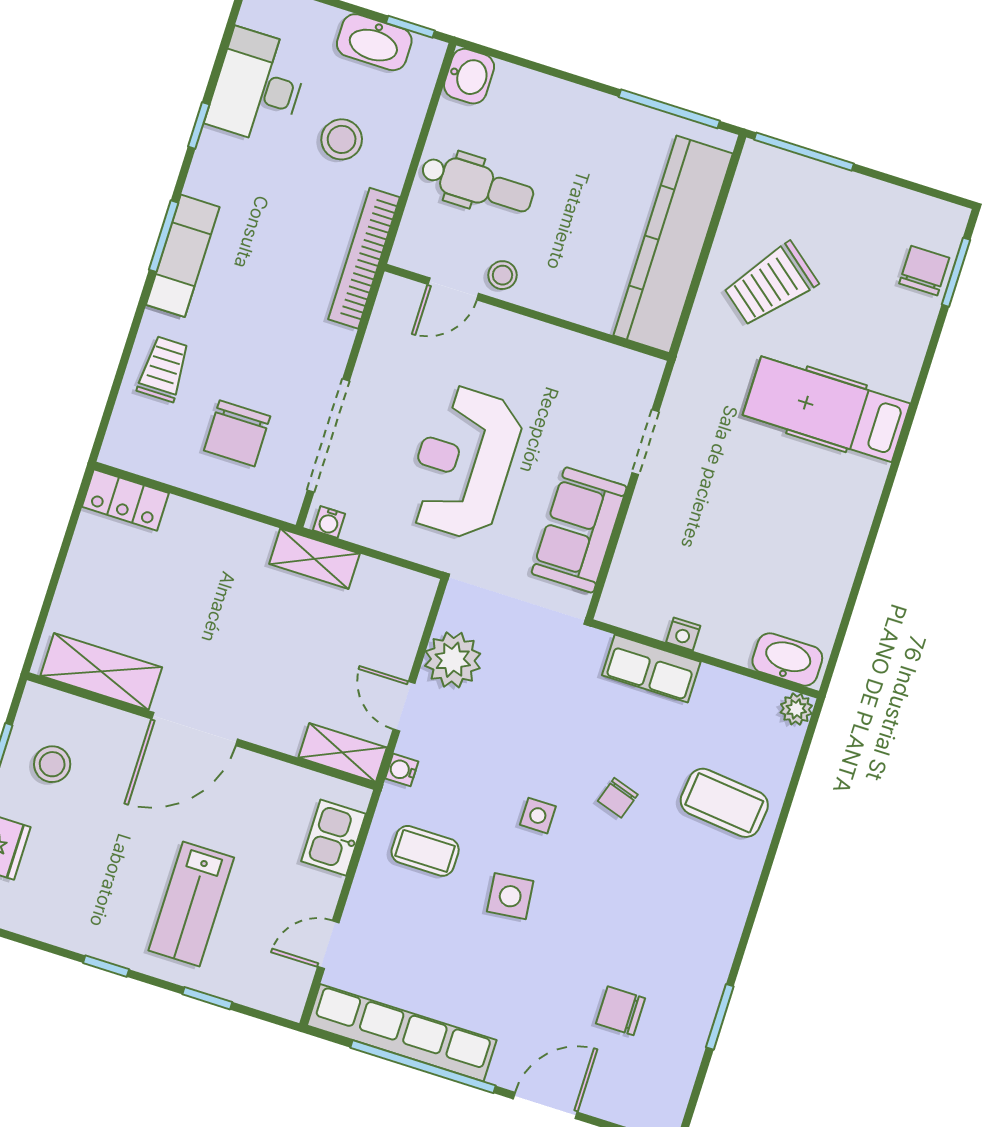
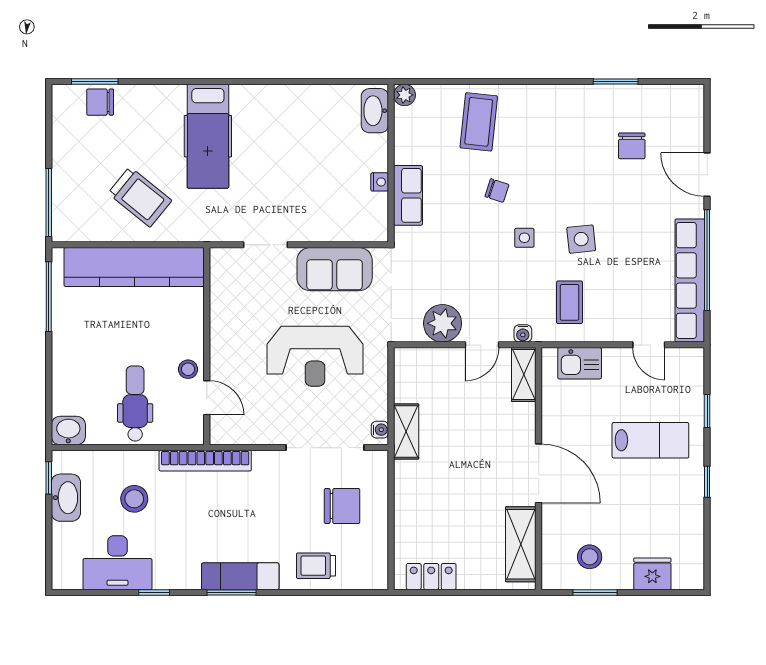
locker: (125, 500) -> (431, 577), moved, turned -90

